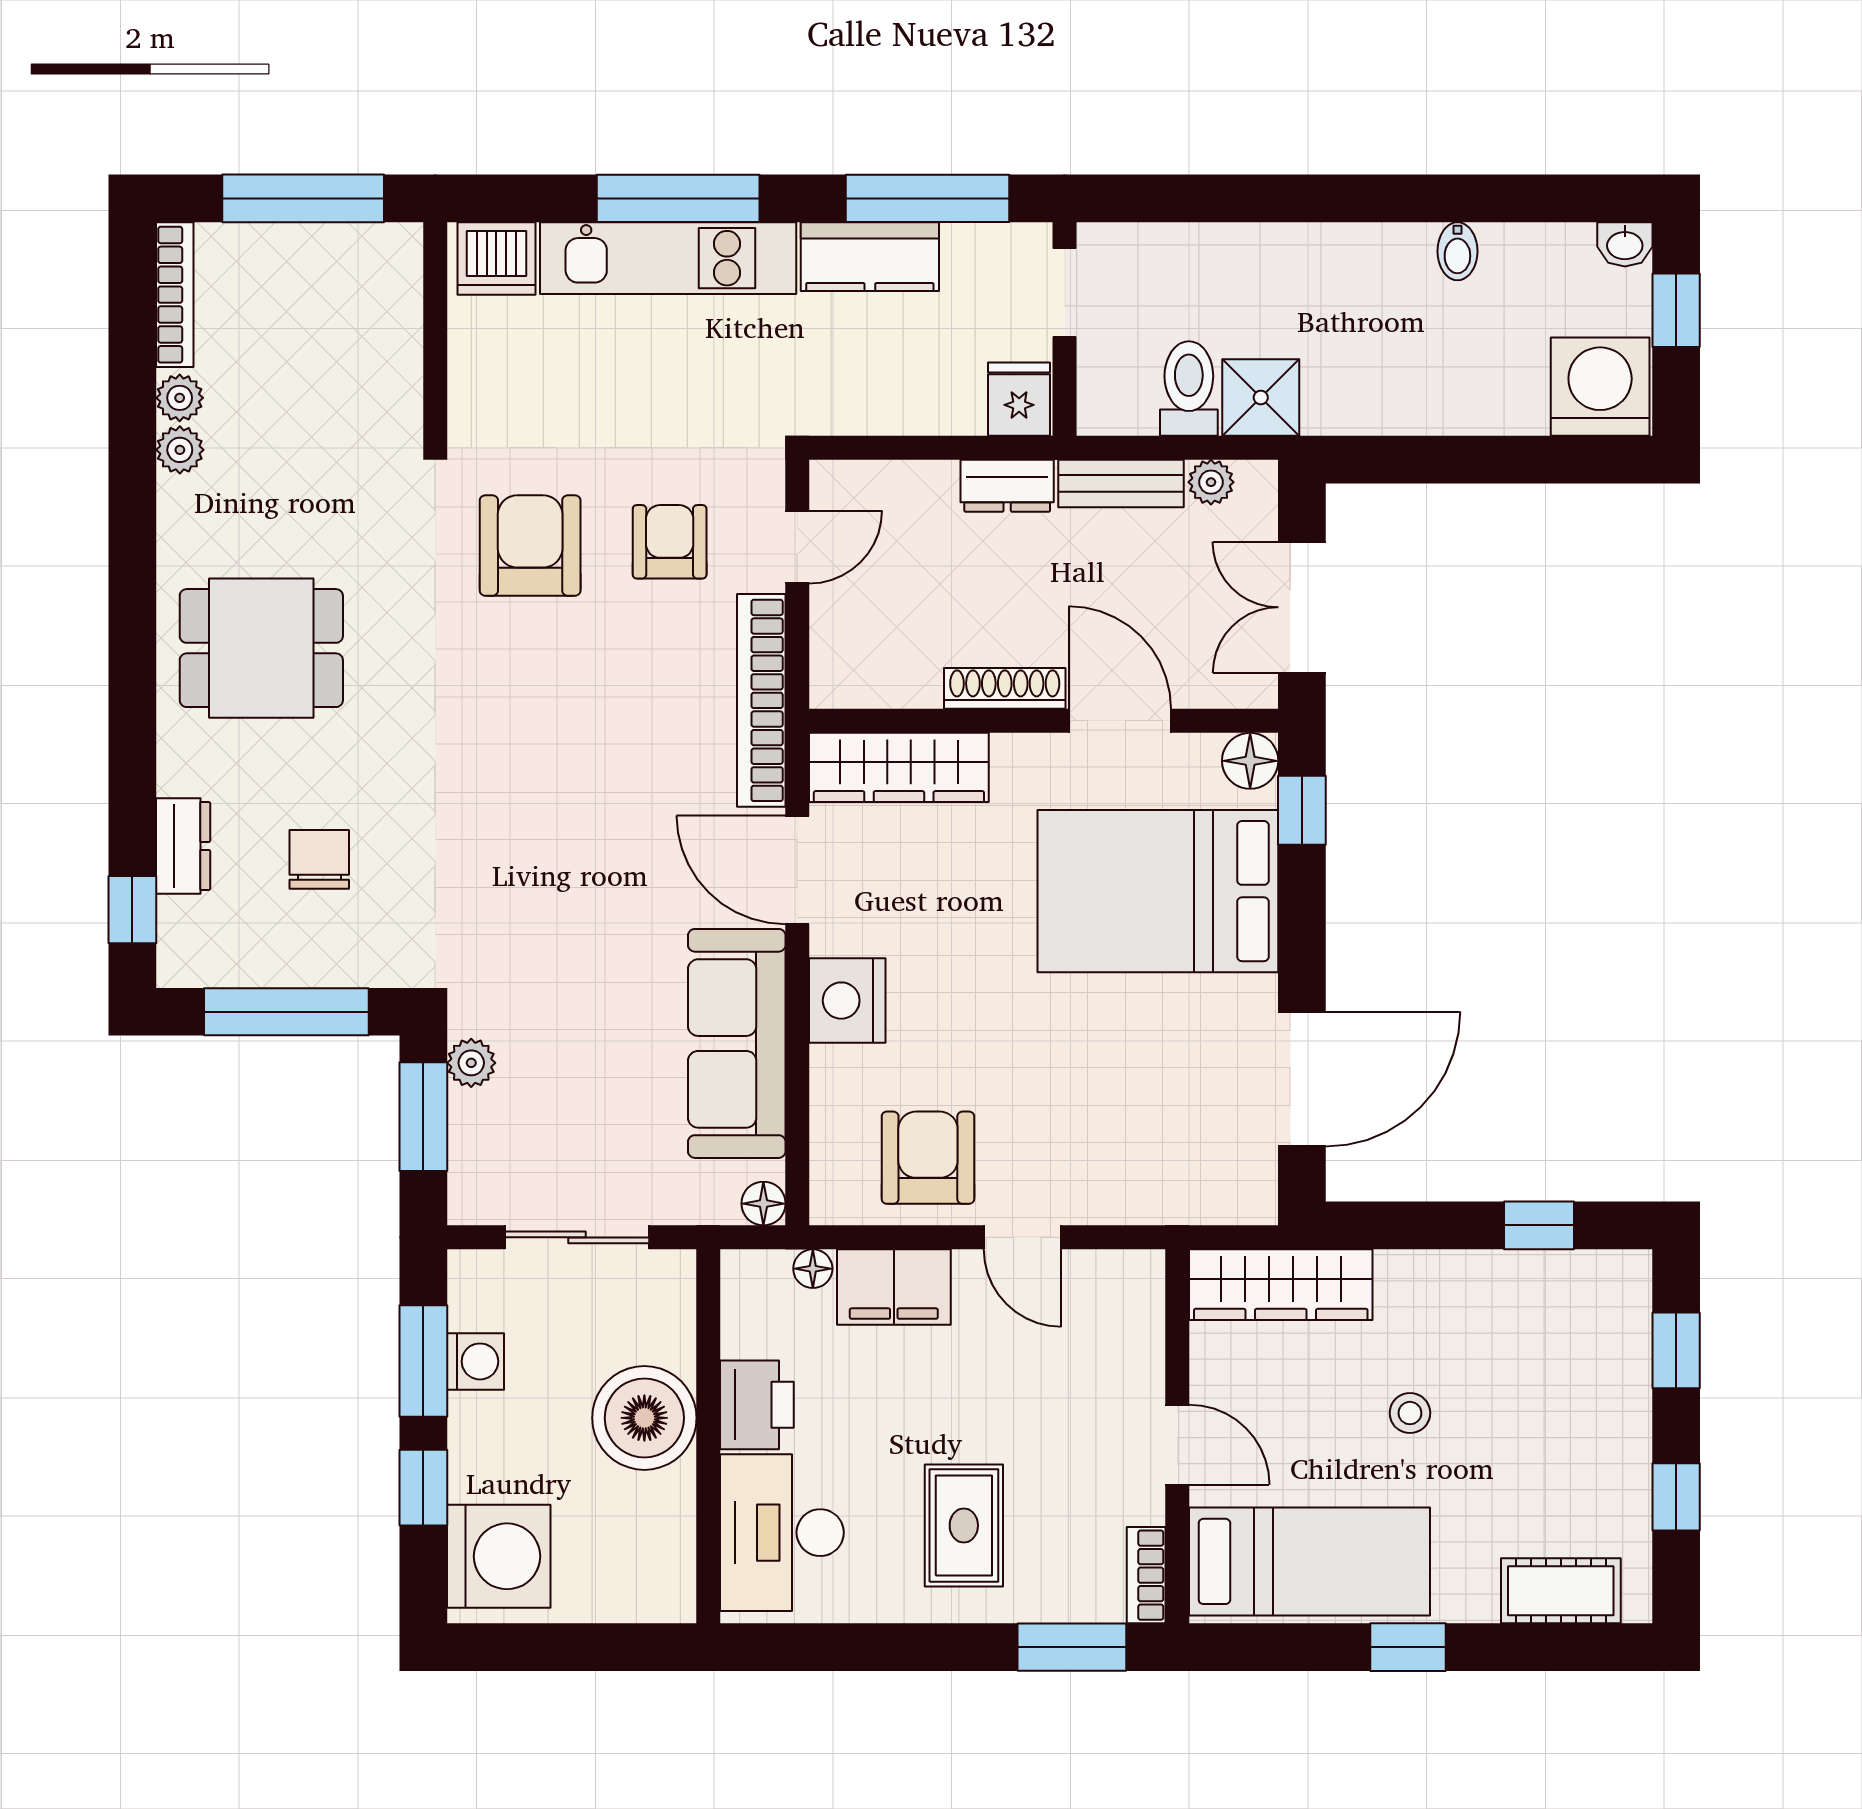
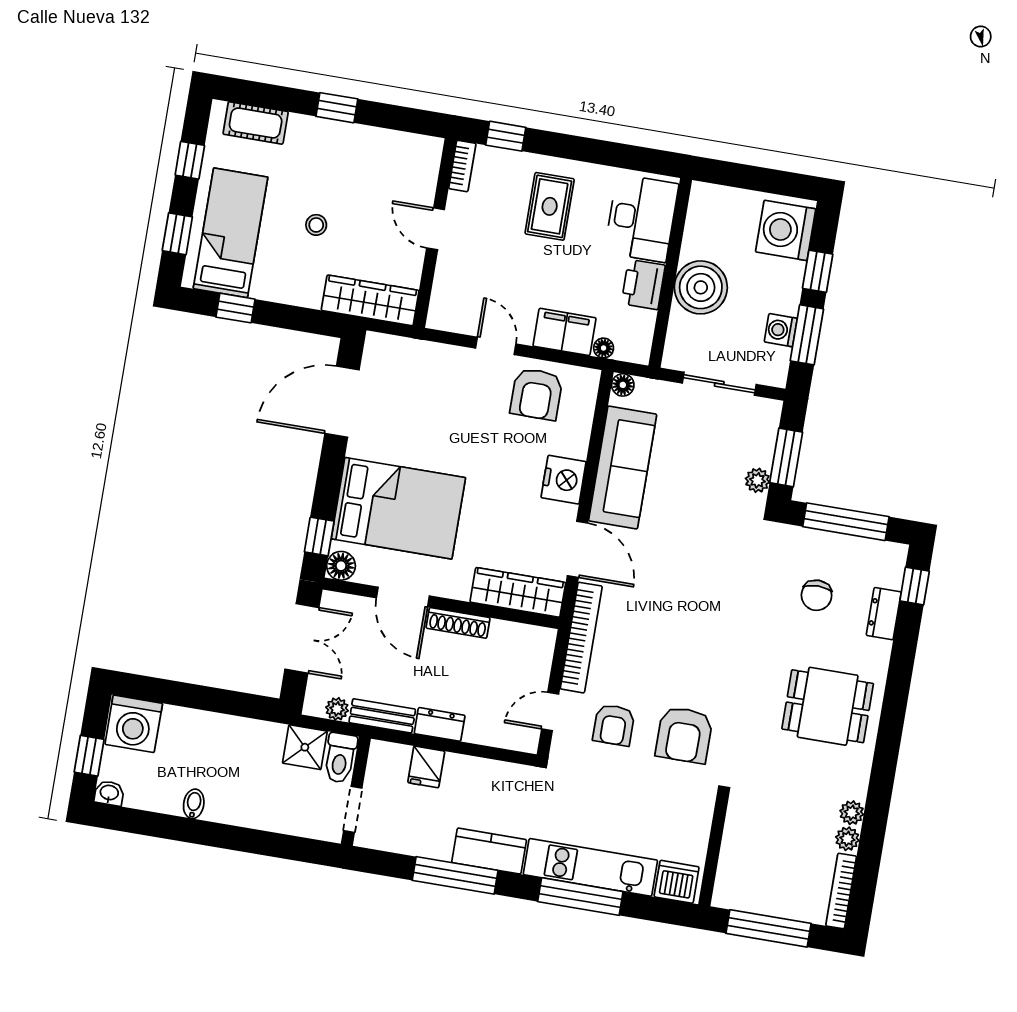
doorway: (1065, 293) -> (353, 809), moved
wall: (1065, 329) -> (356, 791), moved
bed: (1310, 1561) -> (231, 233), moved, turned 90
window: (1072, 1647) -> (506, 136), width x0.67

